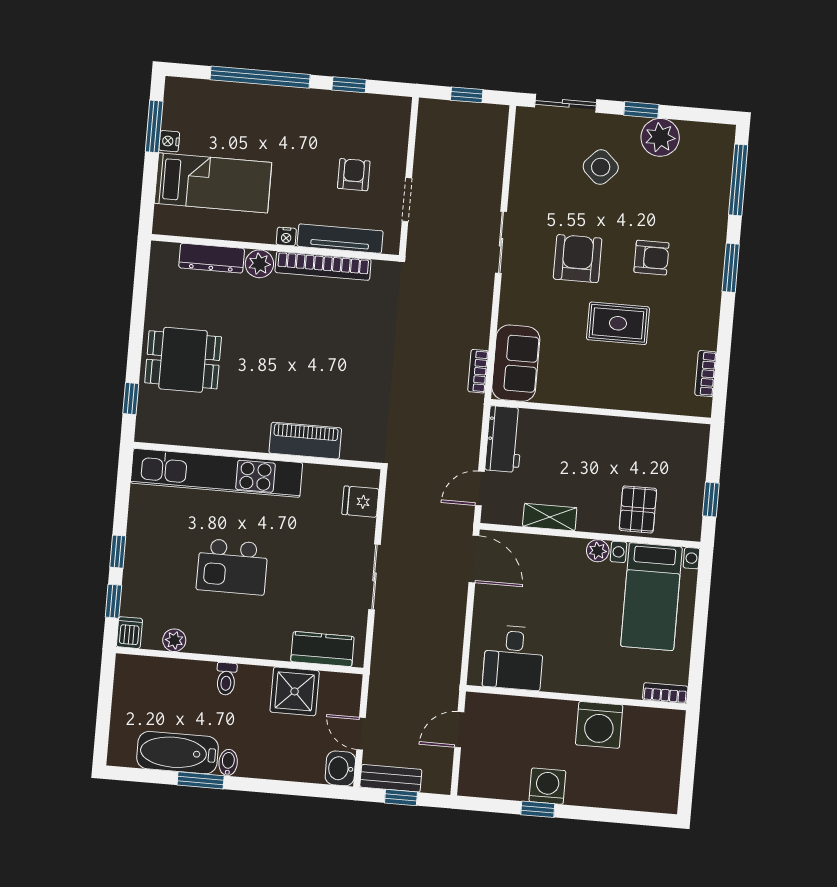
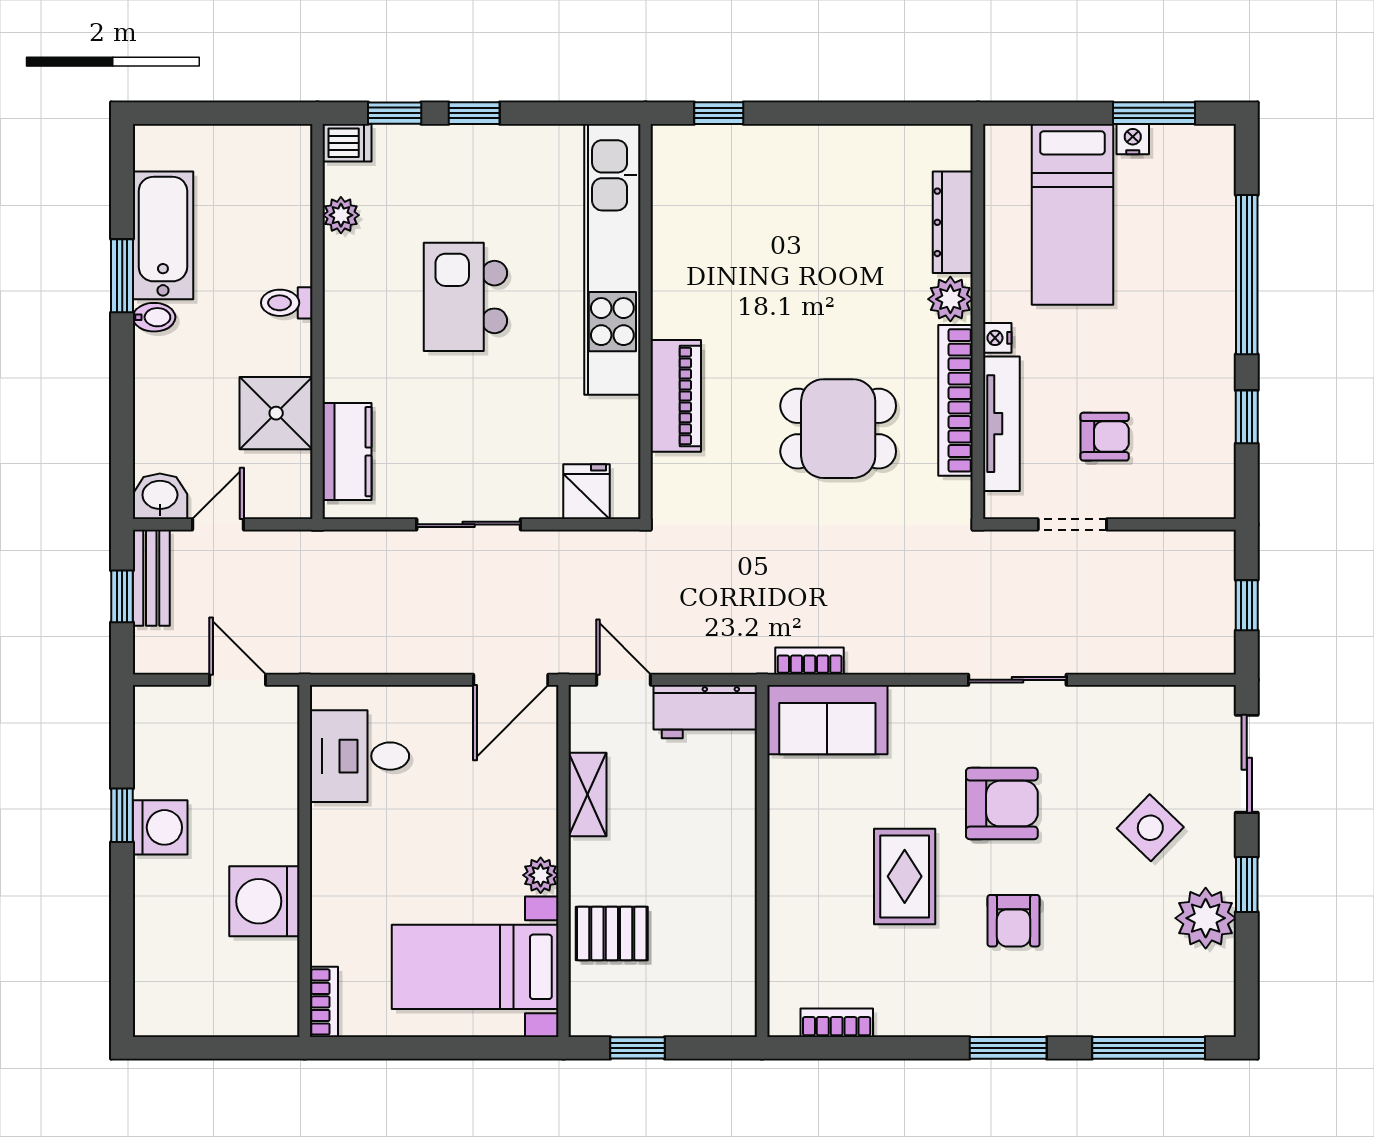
dining table: (183, 360) -> (838, 429), moved, turned 90

